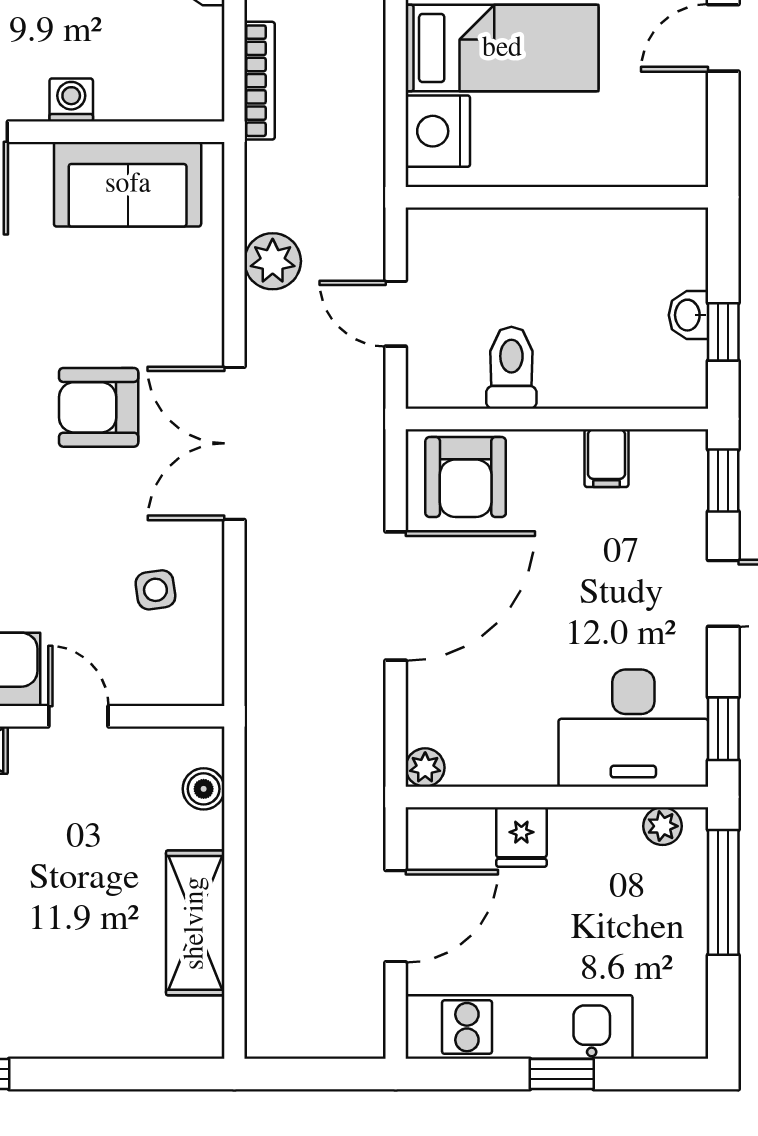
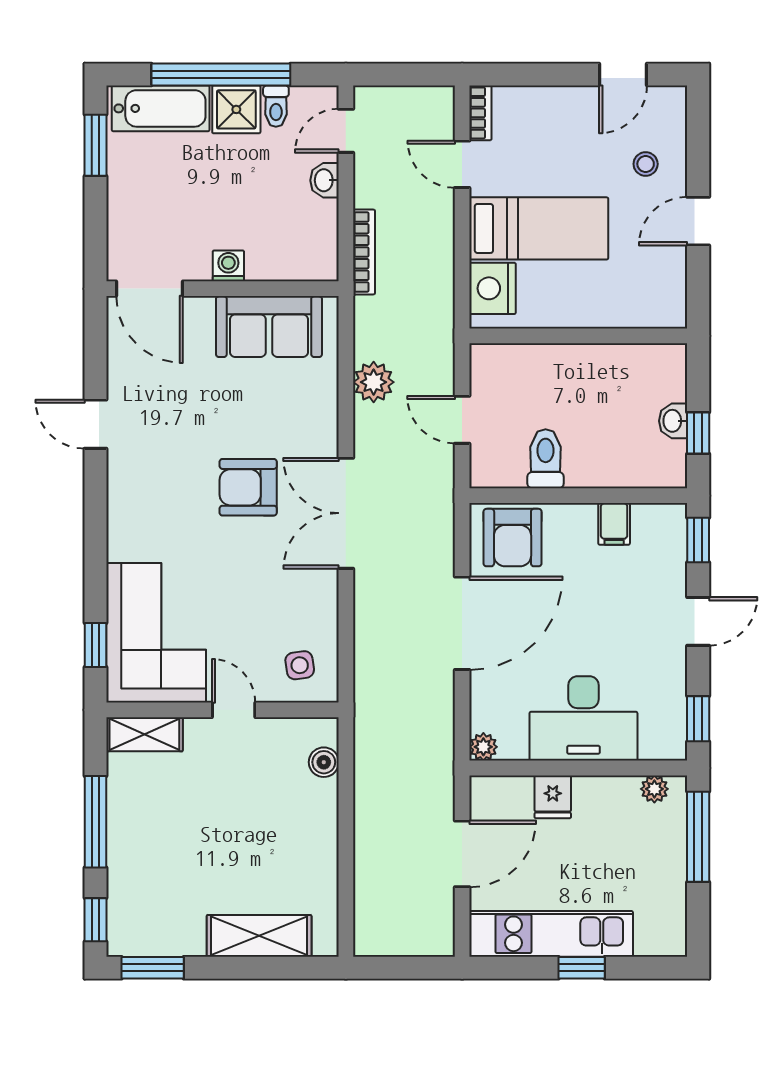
side table: (155, 590) -> (300, 665), moved
desk: (633, 728) -> (583, 718), moved
shelving: (195, 923) -> (259, 936), moved, turned 90

